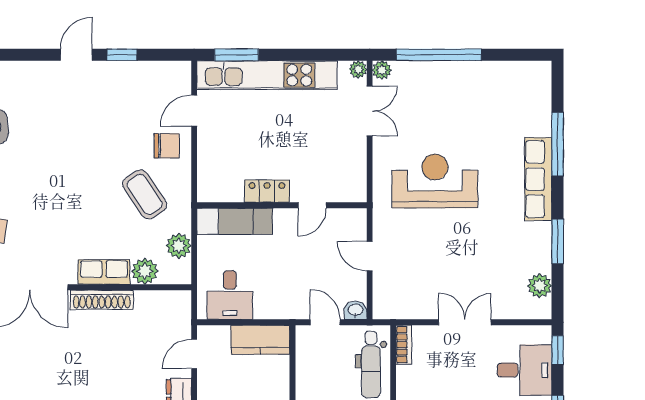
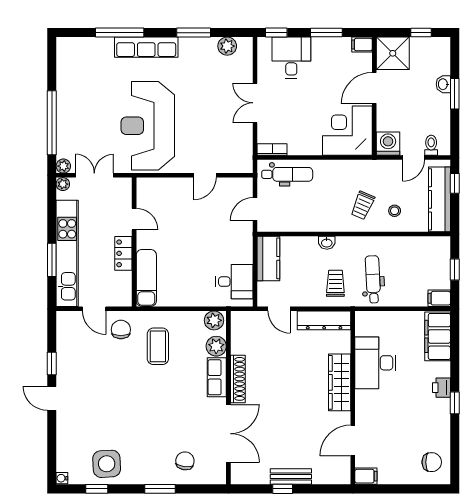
window: (236, 55) -> (52, 260), moved
reception desk: (435, 181) -> (148, 126), width x1.36, depth x1.30
locker: (267, 191) -> (123, 253), moved
coffee table: (145, 194) -> (158, 346), turned -56
wall: (282, 205) -> (134, 242), moved
door: (312, 205) -> (134, 219), moved
exam couch: (235, 221) -> (146, 278), moved
plant: (179, 246) -> (214, 320), moved
washbasin: (356, 310) -> (246, 186), removed

